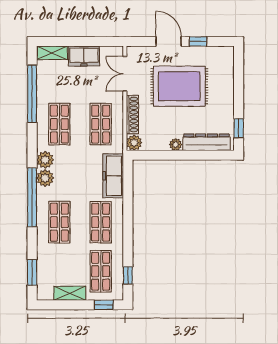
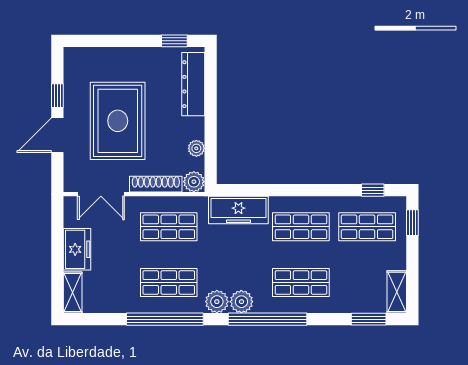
window: (32, 94) -> (165, 319), moved
plant: (176, 145) -> (196, 148), moved
shelving: (70, 293) -> (397, 292), moved

